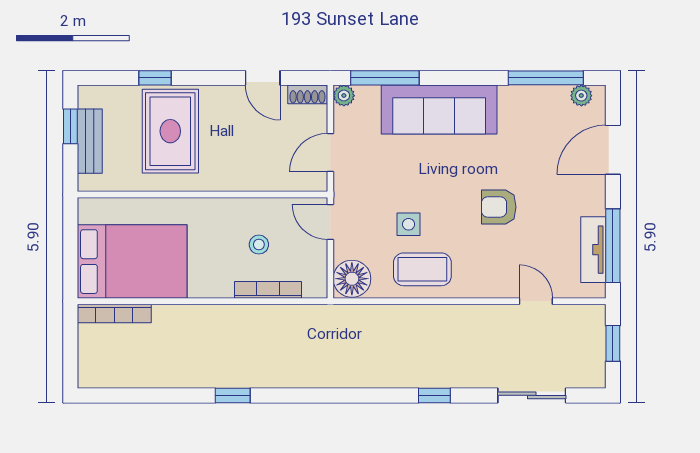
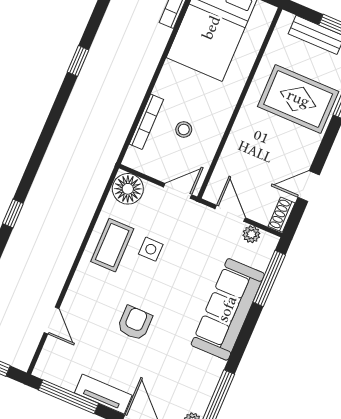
plant: (344, 96) -> (251, 234), moved
tv unit: (593, 250) -> (103, 394), moved
door: (536, 301) -> (51, 321), hinge flipped

